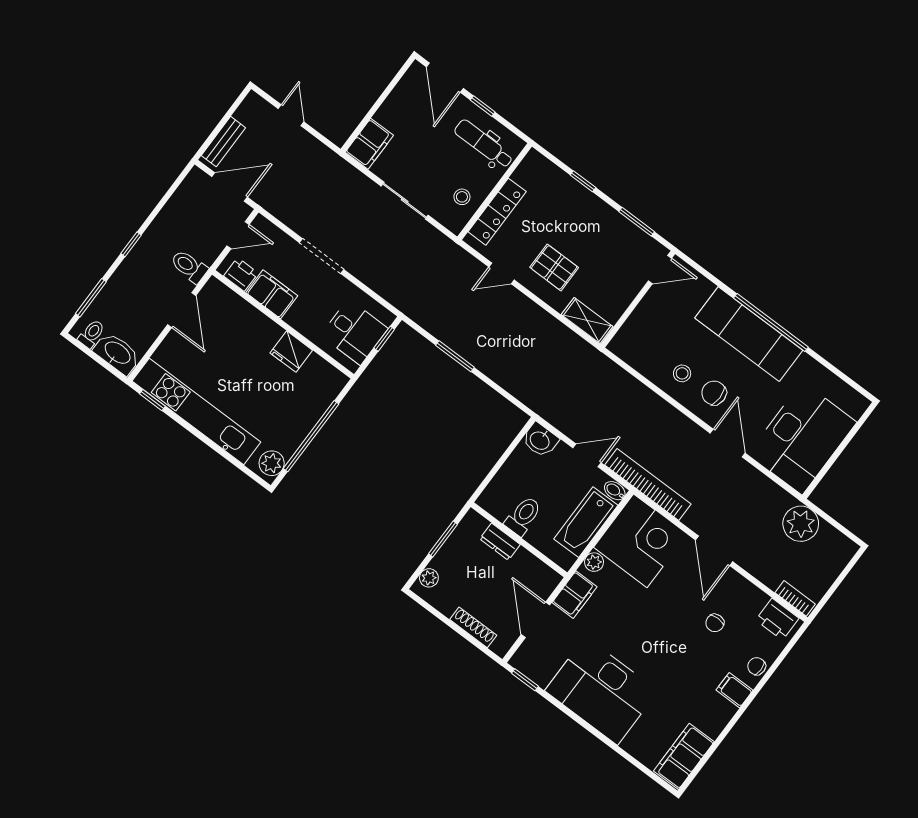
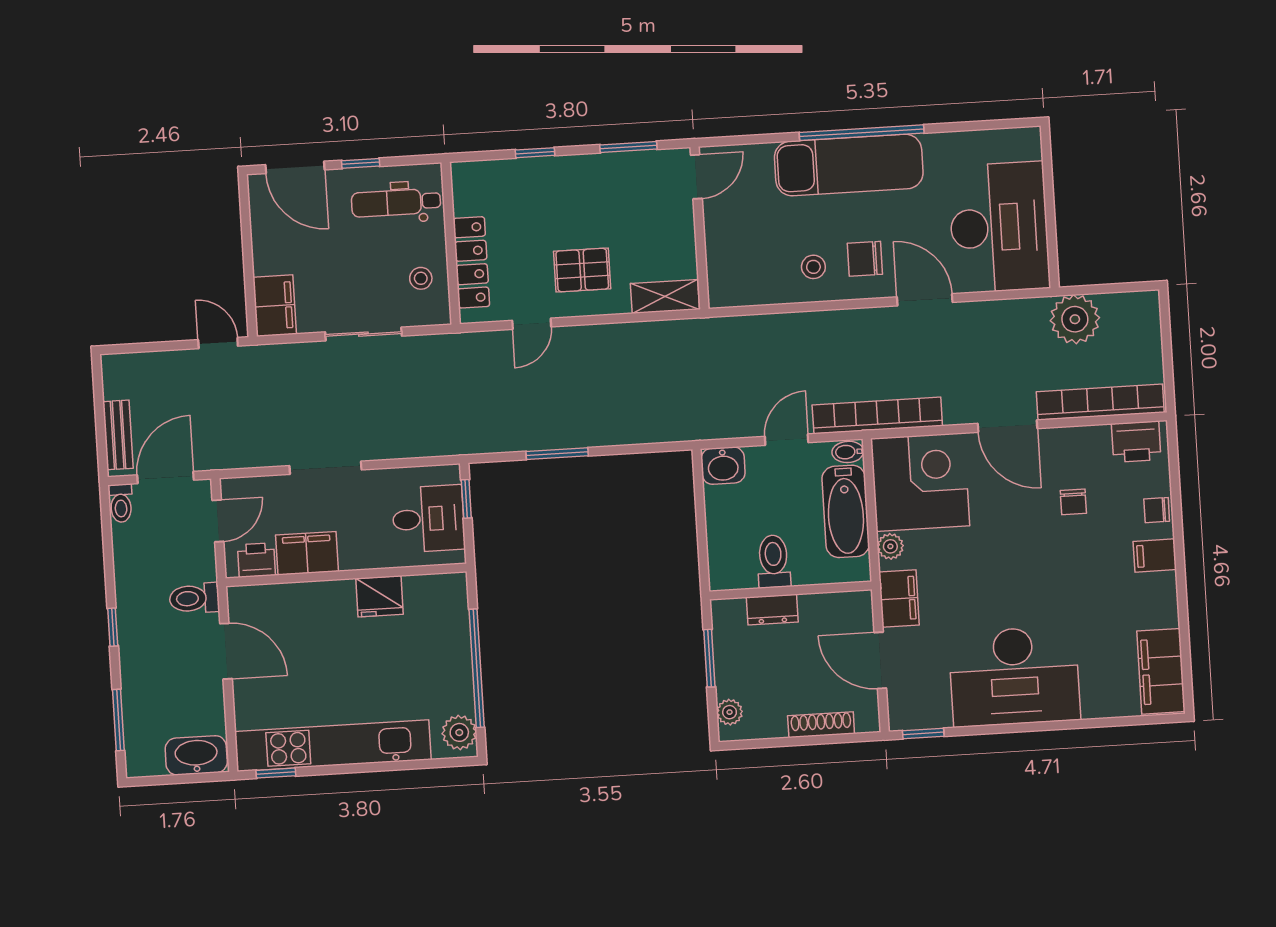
door: (291, 115) -> (218, 343), moved
toilet: (91, 334) -> (121, 503), moved, turned 180
bookcase: (795, 598) -> (1100, 402), width x2.31, depth x1.31

